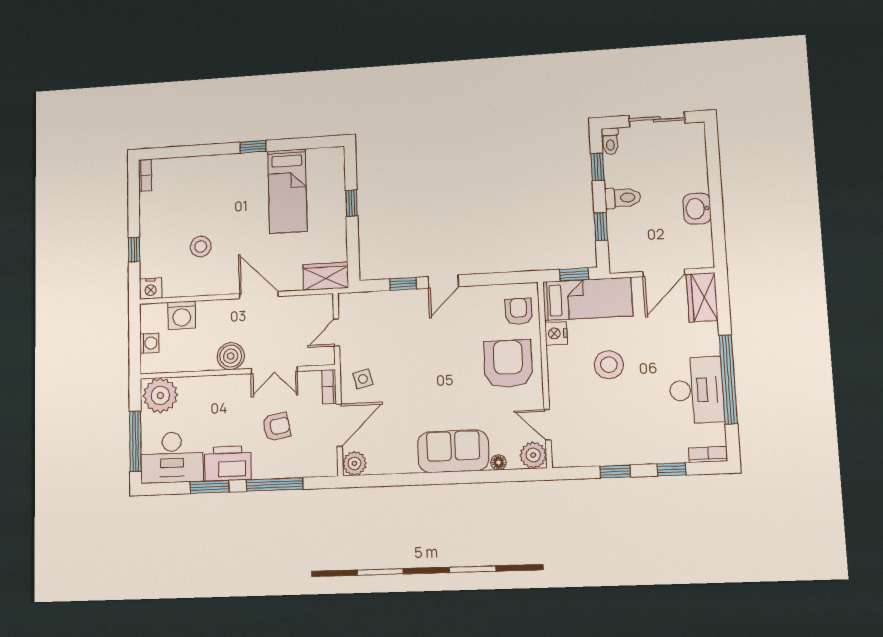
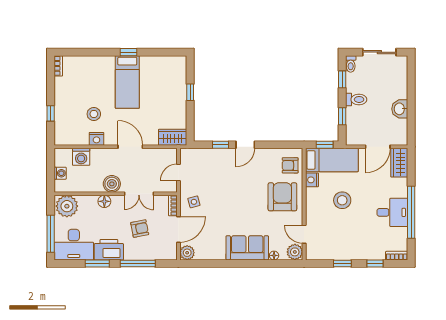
bed: (287, 191) -> (127, 82), moved
nightstand: (151, 288) -> (96, 139), moved
armchair: (518, 311) -> (290, 165), turned -90
floor lamp: (219, 385) -> (104, 201), added
desk: (696, 390) -> (392, 212), width x0.73

